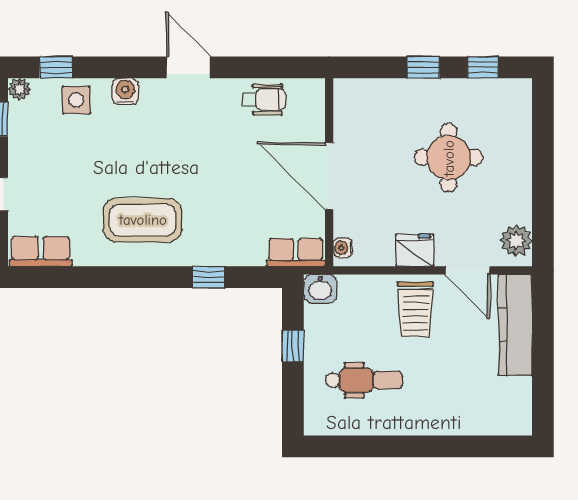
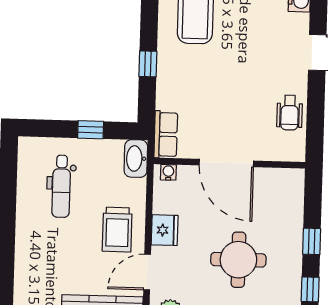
door: (329, 176) -> (226, 163), swing flipped
washbasin: (320, 289) -> (136, 159), width x1.38
trolley: (416, 309) -> (117, 230), turned -90

